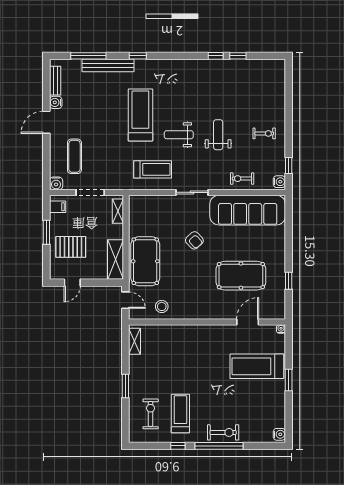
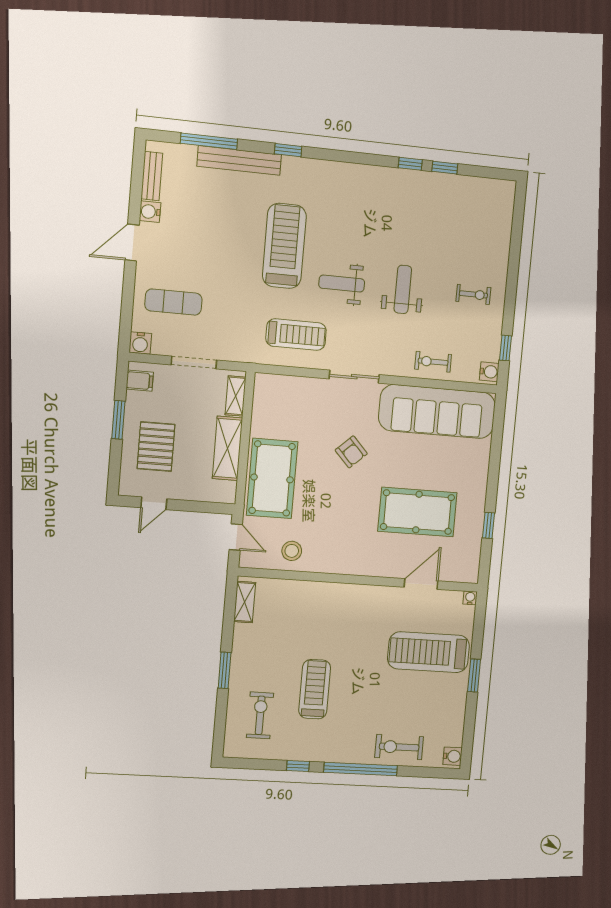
exercise mat: (74, 156) -> (173, 302), turned 90
pallet: (71, 247) -> (156, 447), turned 90
shelving: (115, 259) -> (227, 448), moved
treadmill: (180, 414) -> (315, 689), moved
exercise bike: (223, 432) -> (399, 747), moved, turned 180

